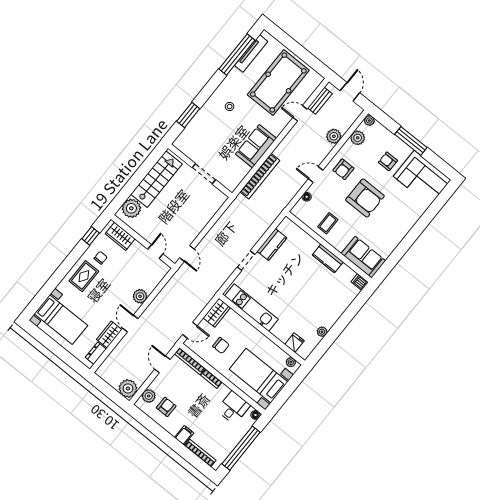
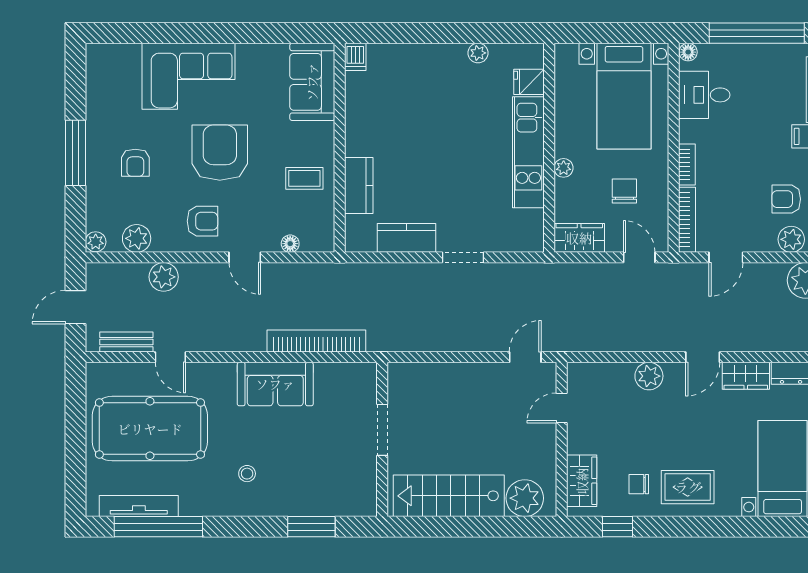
corner sofa: (422, 178) -> (188, 76), moved, turned 90
kitchen counter: (328, 258) -> (359, 185), moved
kitchen unit: (251, 308) -> (528, 152), moved
plant: (291, 362) -> (564, 168), moved

